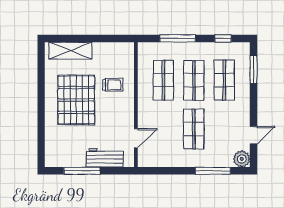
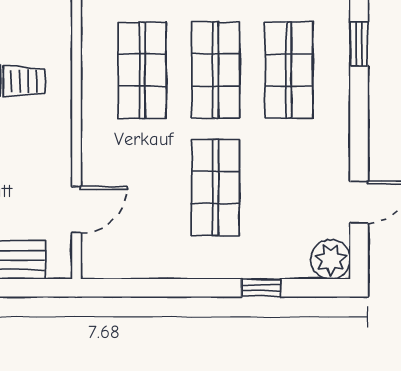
window: (254, 69) -> (359, 44), width x0.67
window: (213, 171) -> (261, 288), width x0.46

